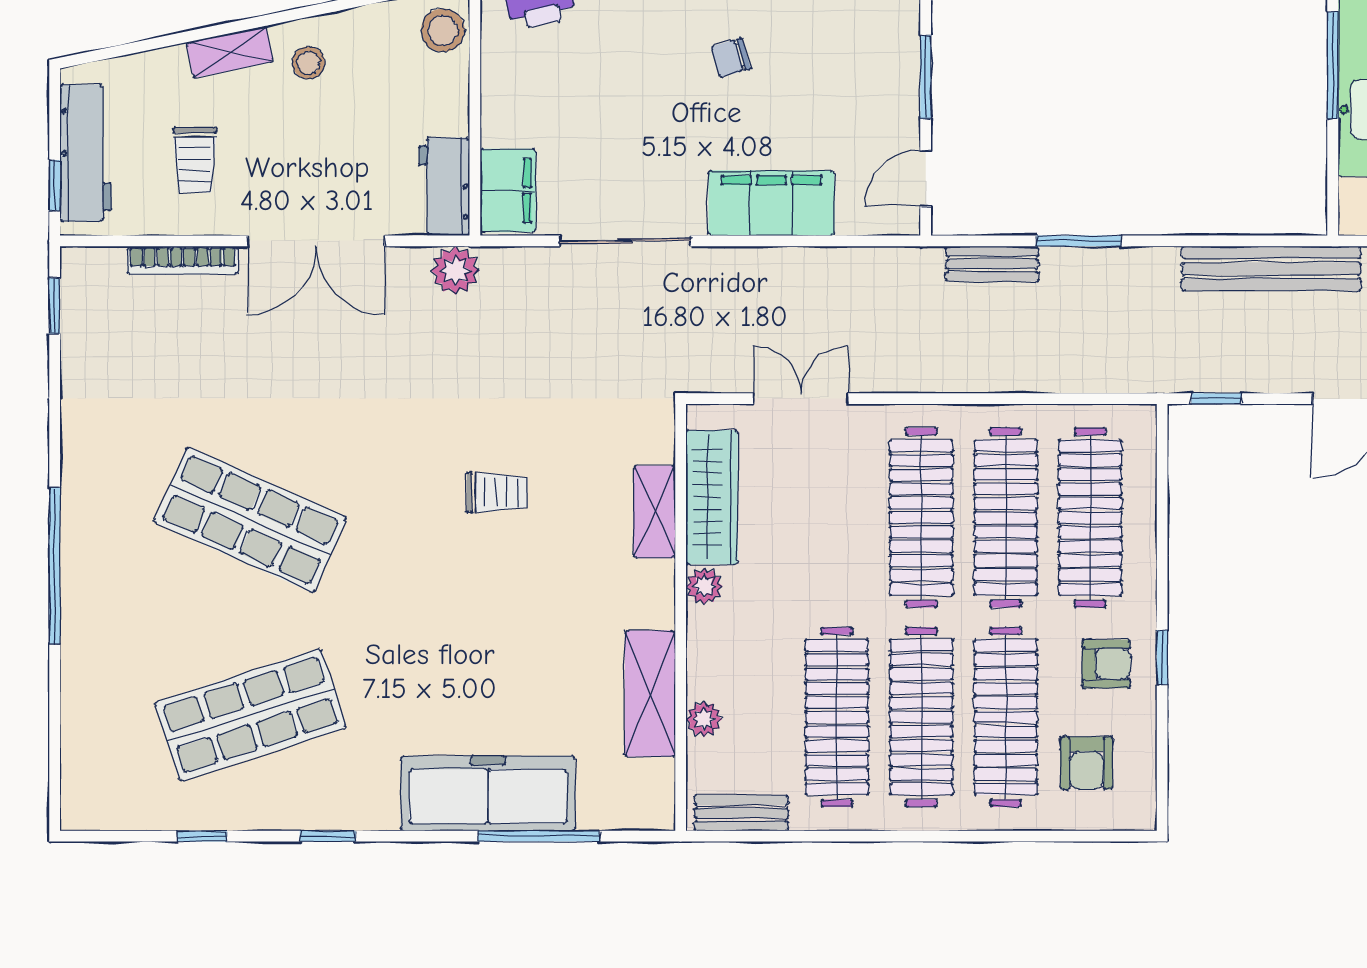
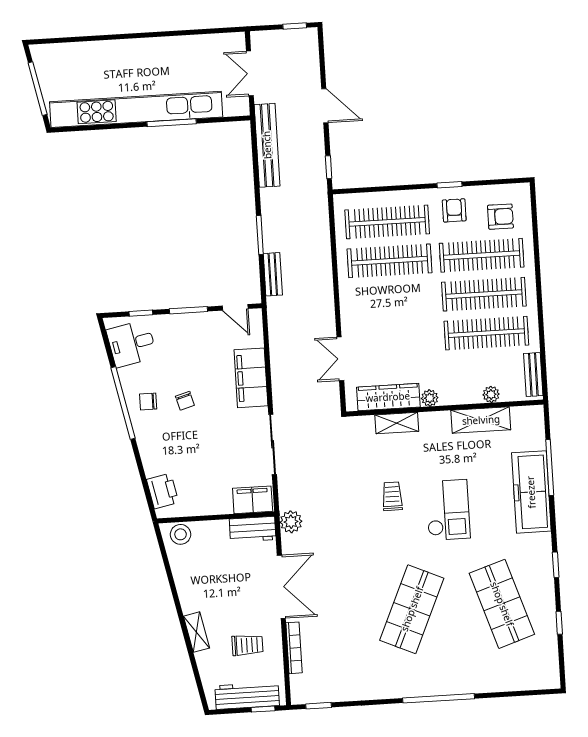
stool: (309, 63) -> (199, 595), removed
clothes rail: (921, 518) -> (392, 300), removed
checkout: (460, 611) -> (448, 510), added

